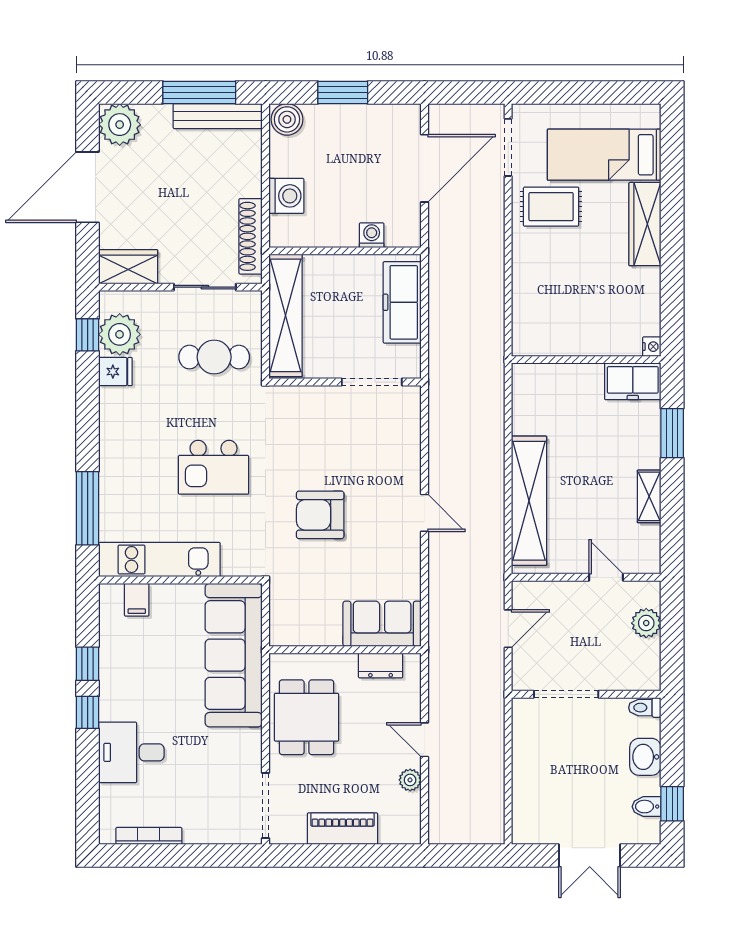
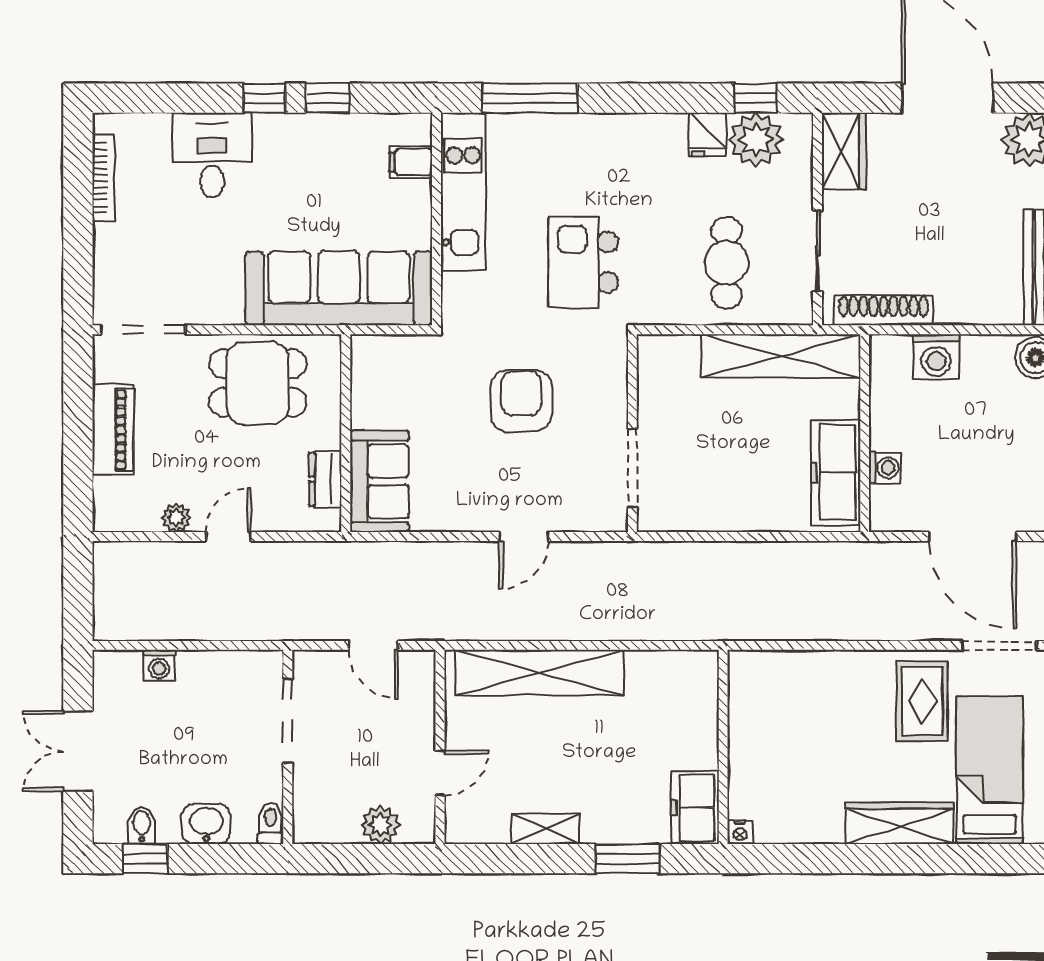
freezer: (402, 302) -> (836, 473), moved, turned -90
wall: (345, 382) -> (632, 433), moved
doorway: (372, 382) -> (632, 468), moved
washing machine: (524, 793) -> (159, 665), added

